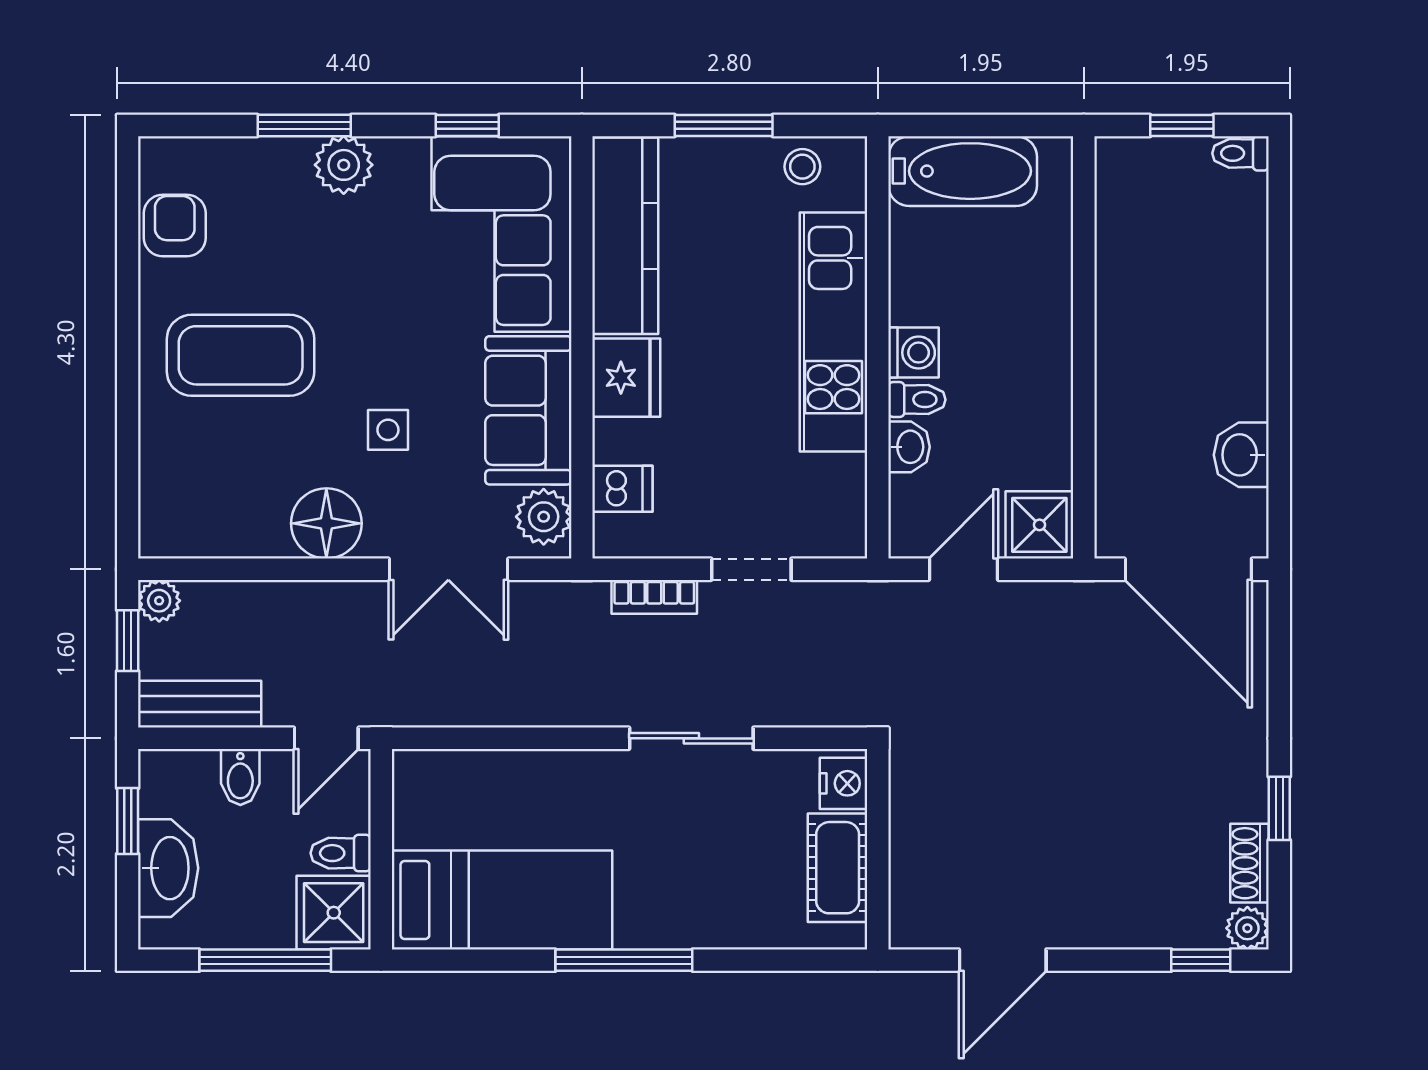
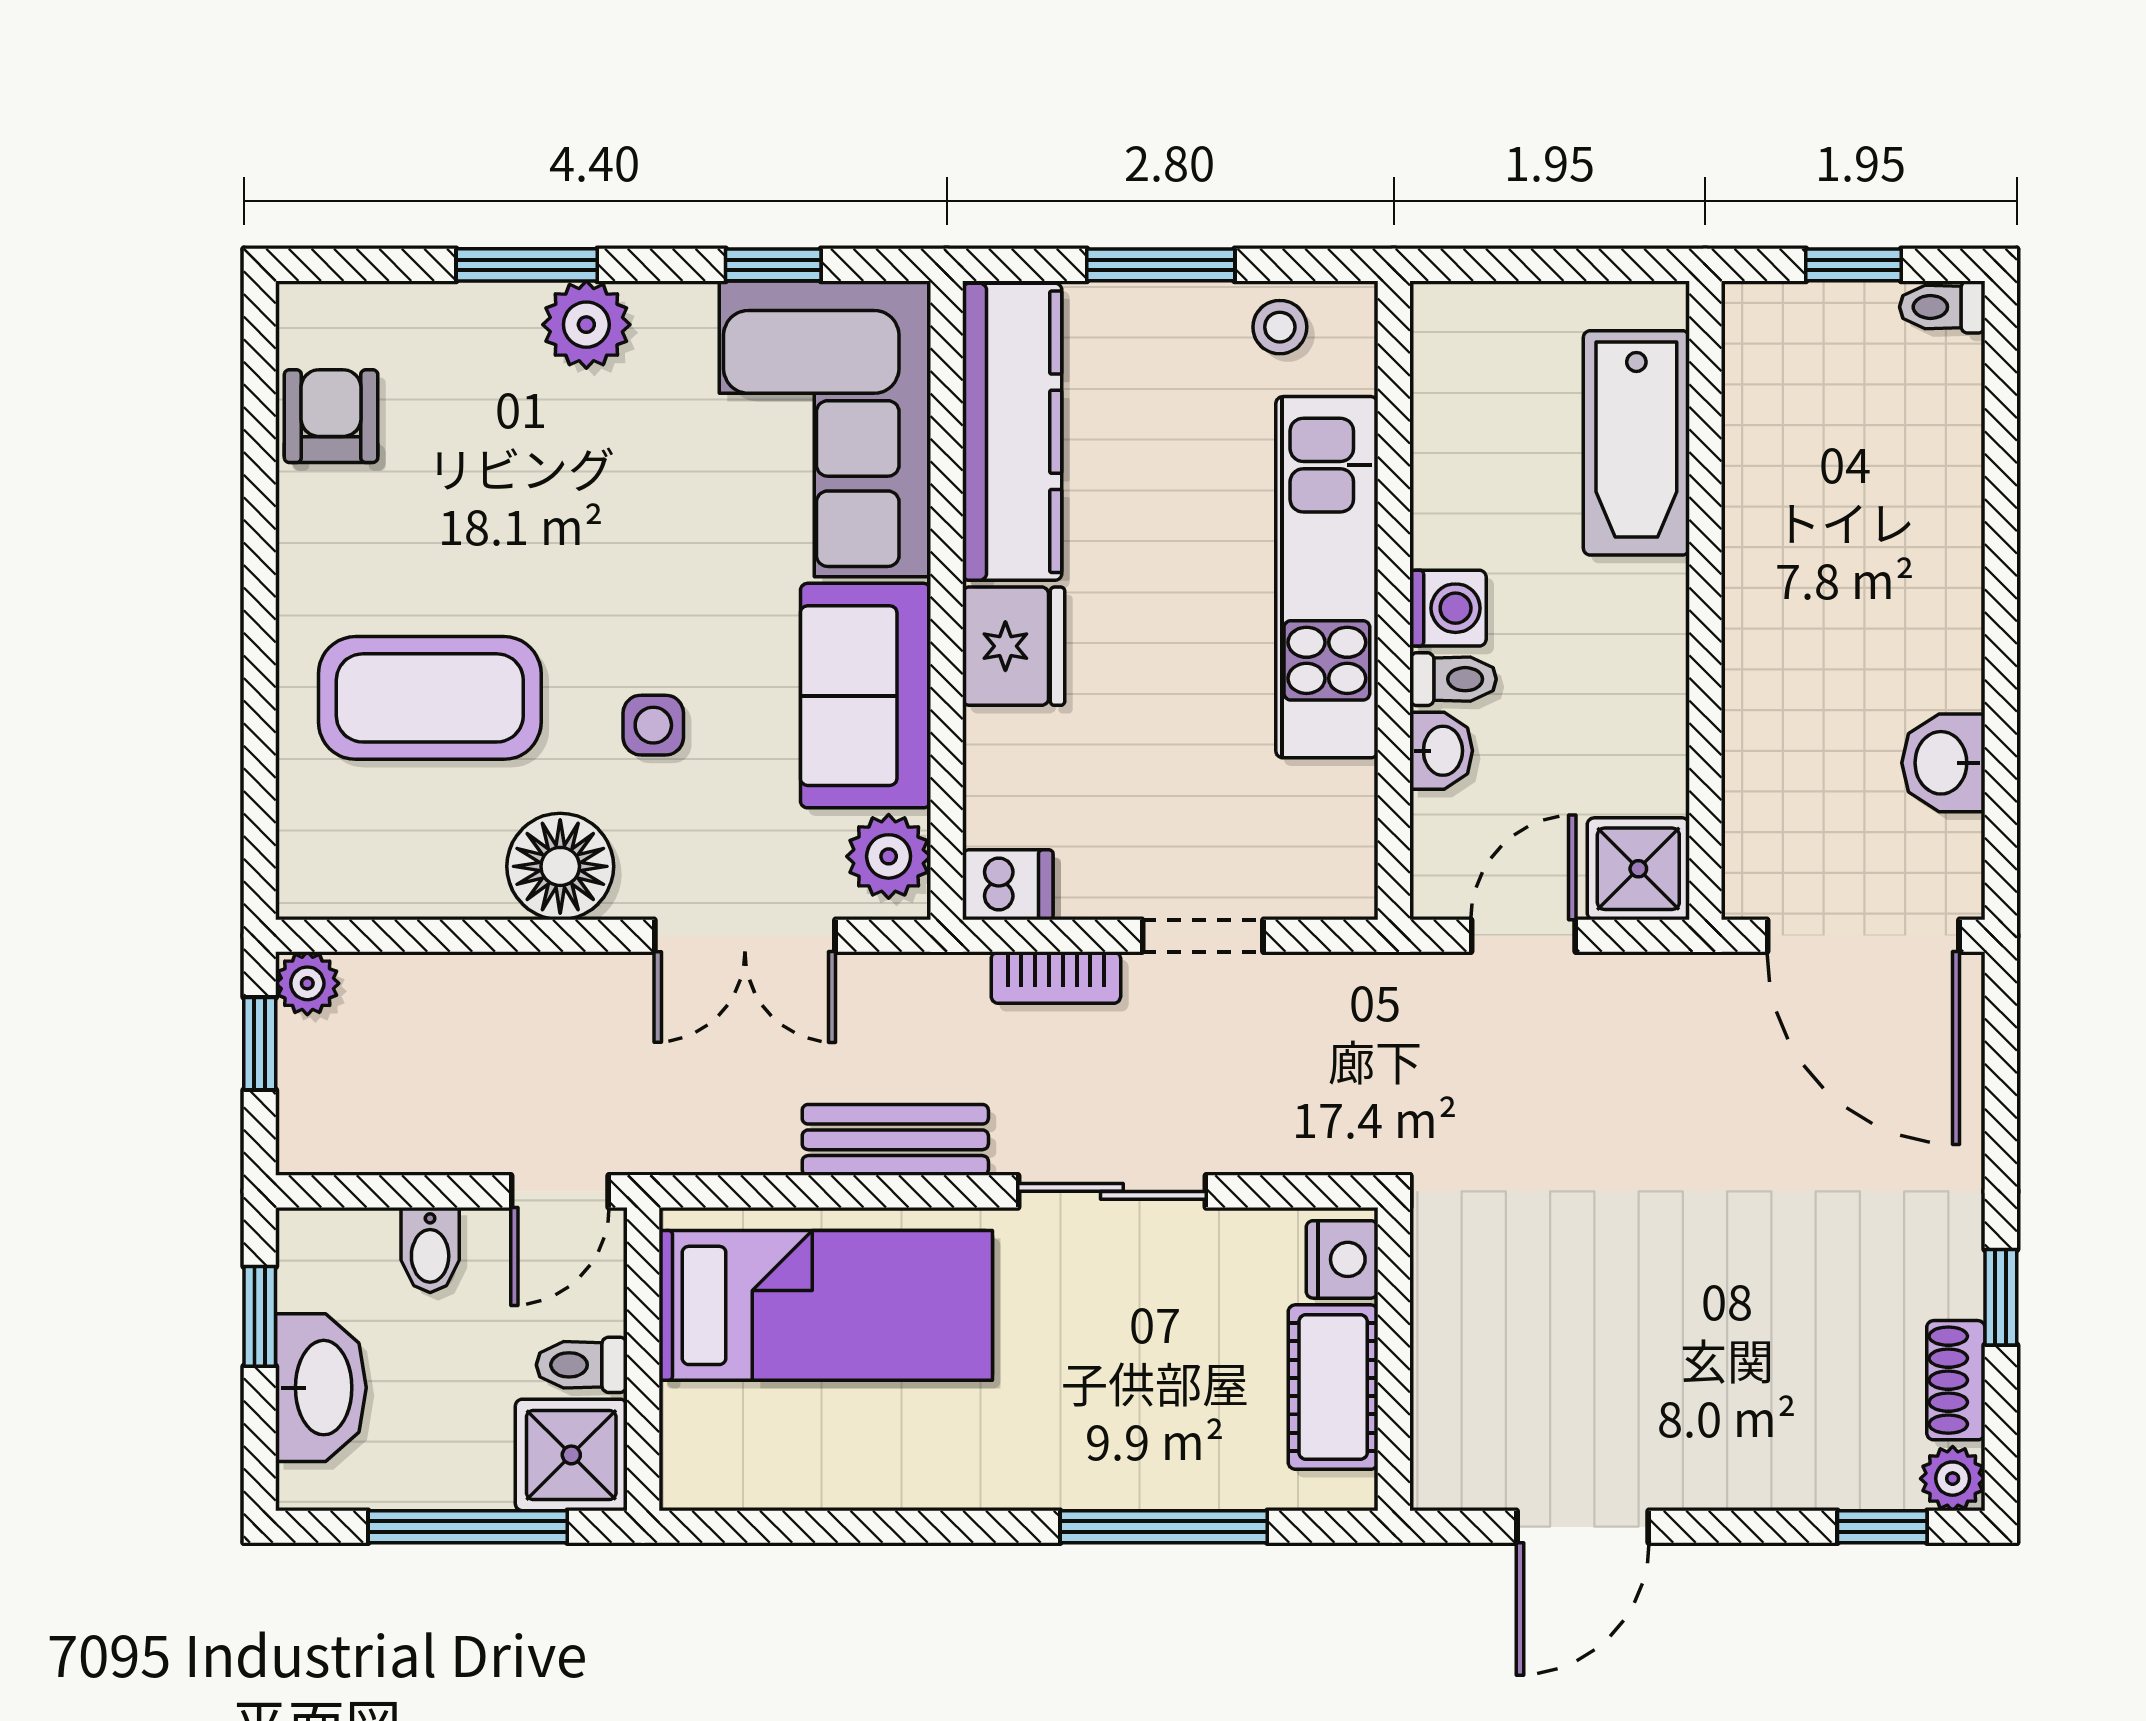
bathtub: (963, 171) -> (1636, 443), moved, turned 90
coffee table: (241, 355) -> (430, 698), moved
dishwasher: (622, 489) -> (1008, 885), moved
bench: (200, 704) -> (895, 1140), moved
bed: (502, 900) -> (826, 1305), moved
window: (624, 960) -> (1164, 1527), moved

